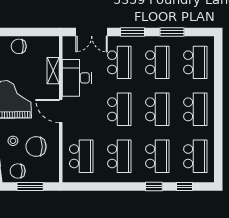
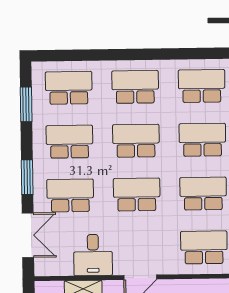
window: (172, 32) -> (26, 104), moved
desk: (77, 78) -> (93, 255), width x0.73

